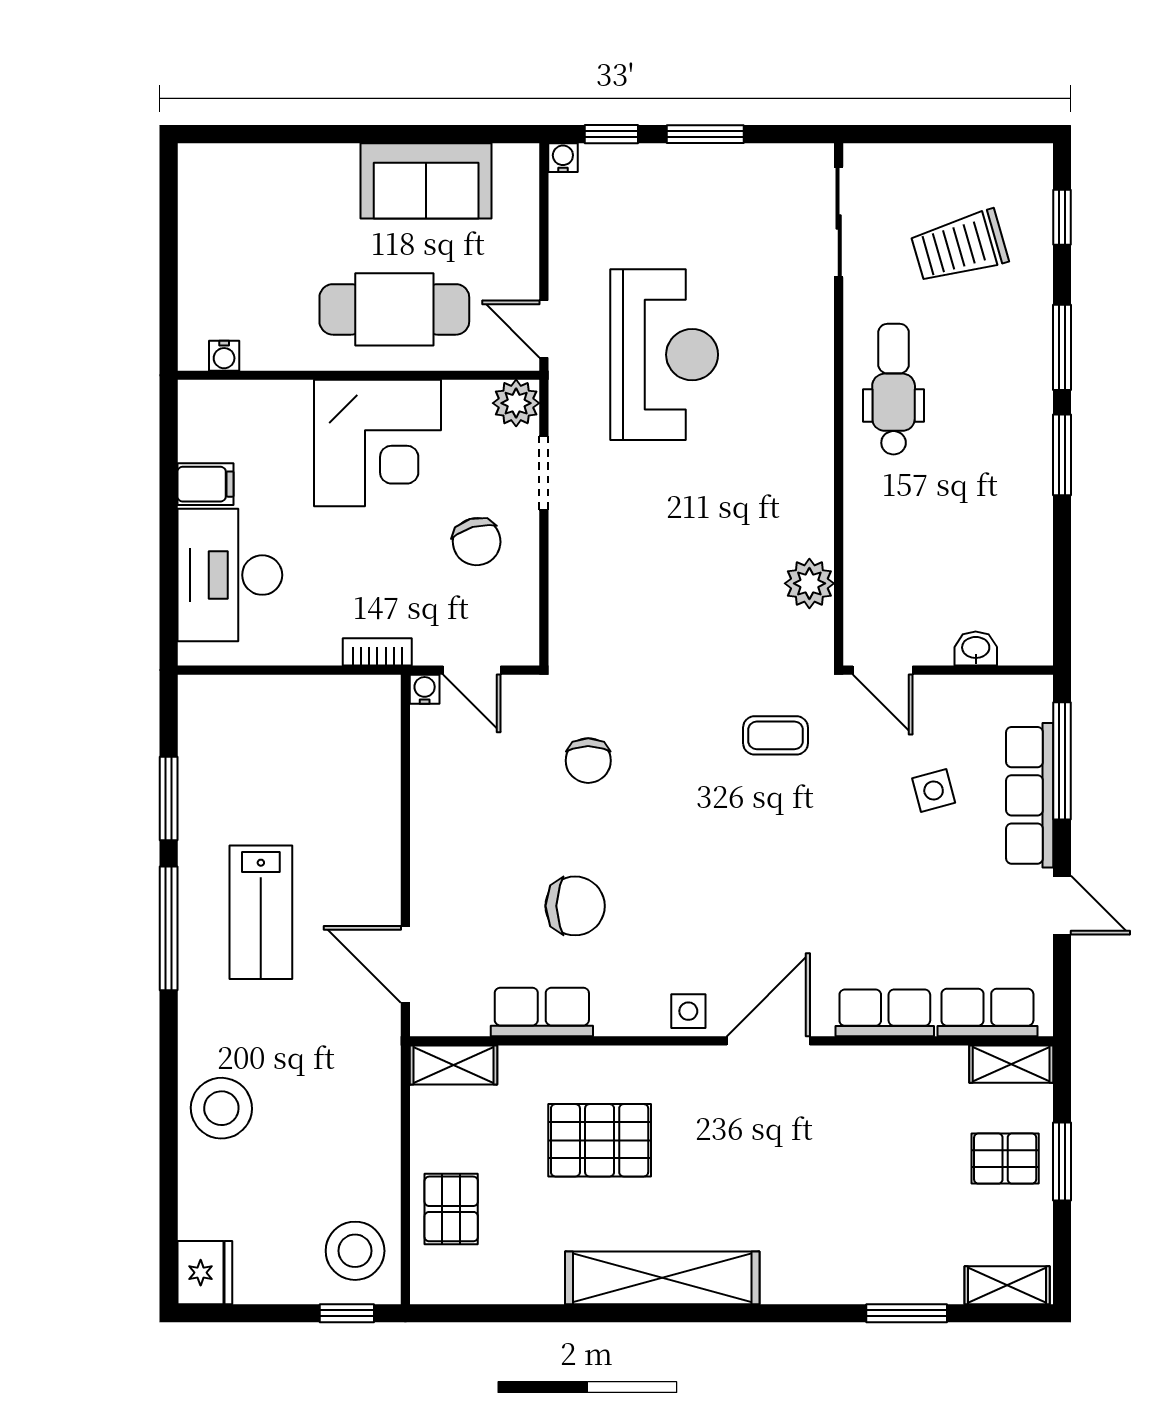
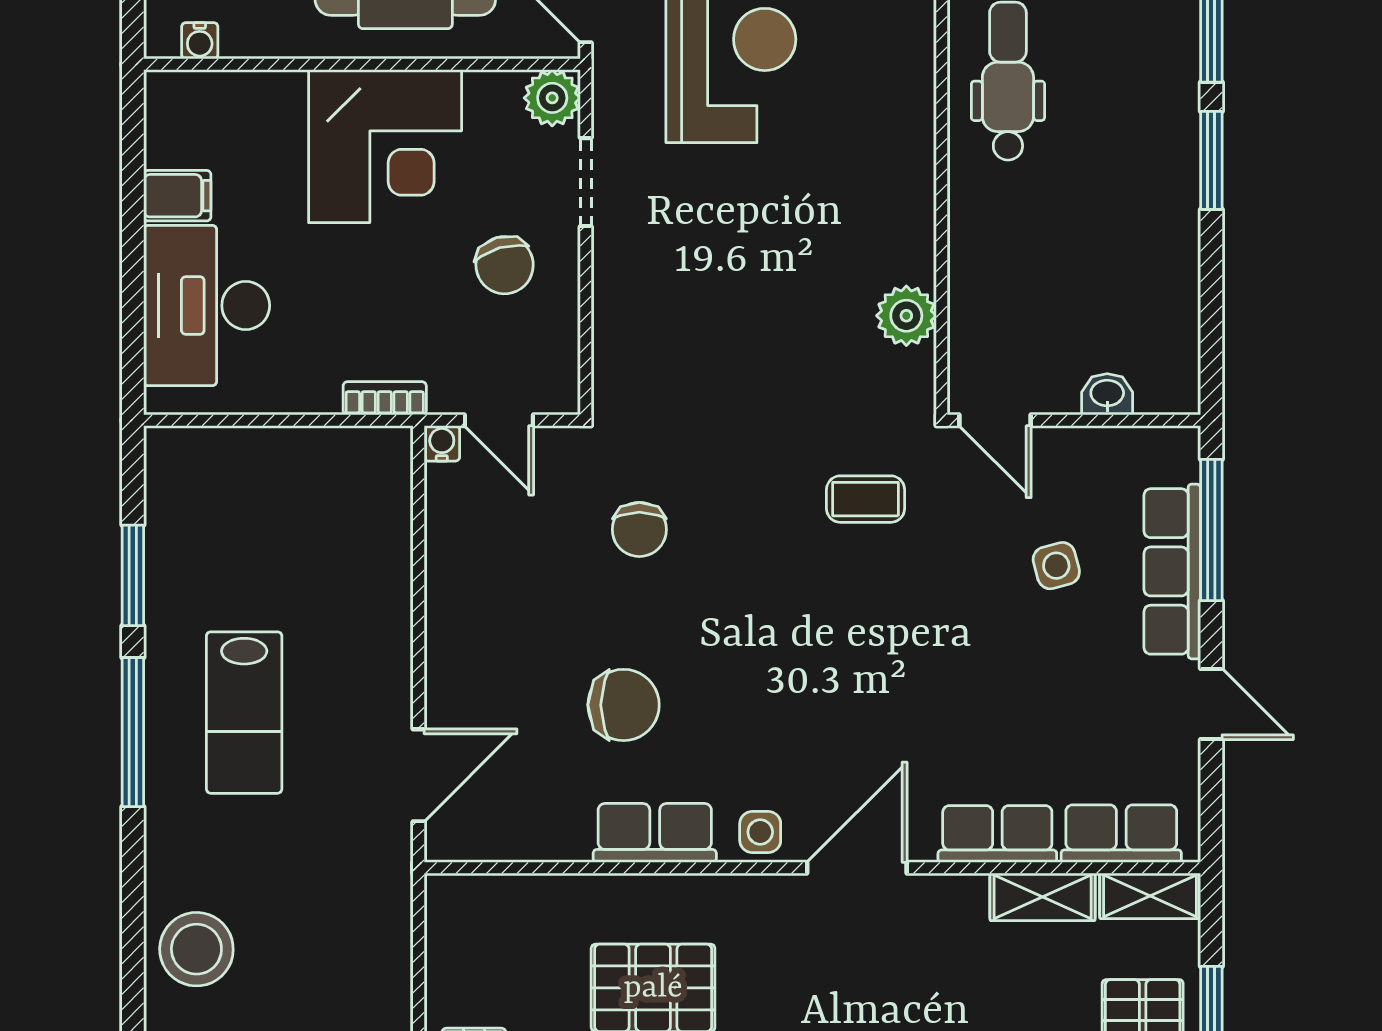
door: (405, 964) -> (419, 775), swing flipped
row of seats: (542, 1012) -> (655, 833), moved
shelving: (453, 1065) -> (1043, 897), moved

